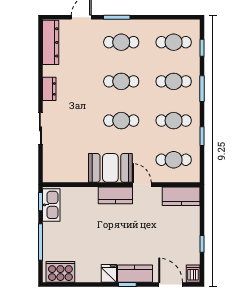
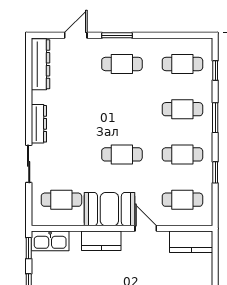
cafe table: (121, 81) -> (61, 200), moved
dresser: (49, 89) -> (39, 124), width x1.44
kitchen counter: (115, 195) -> (101, 241), moved
kitchen sink: (51, 205) -> (50, 241), moved, turned 90

